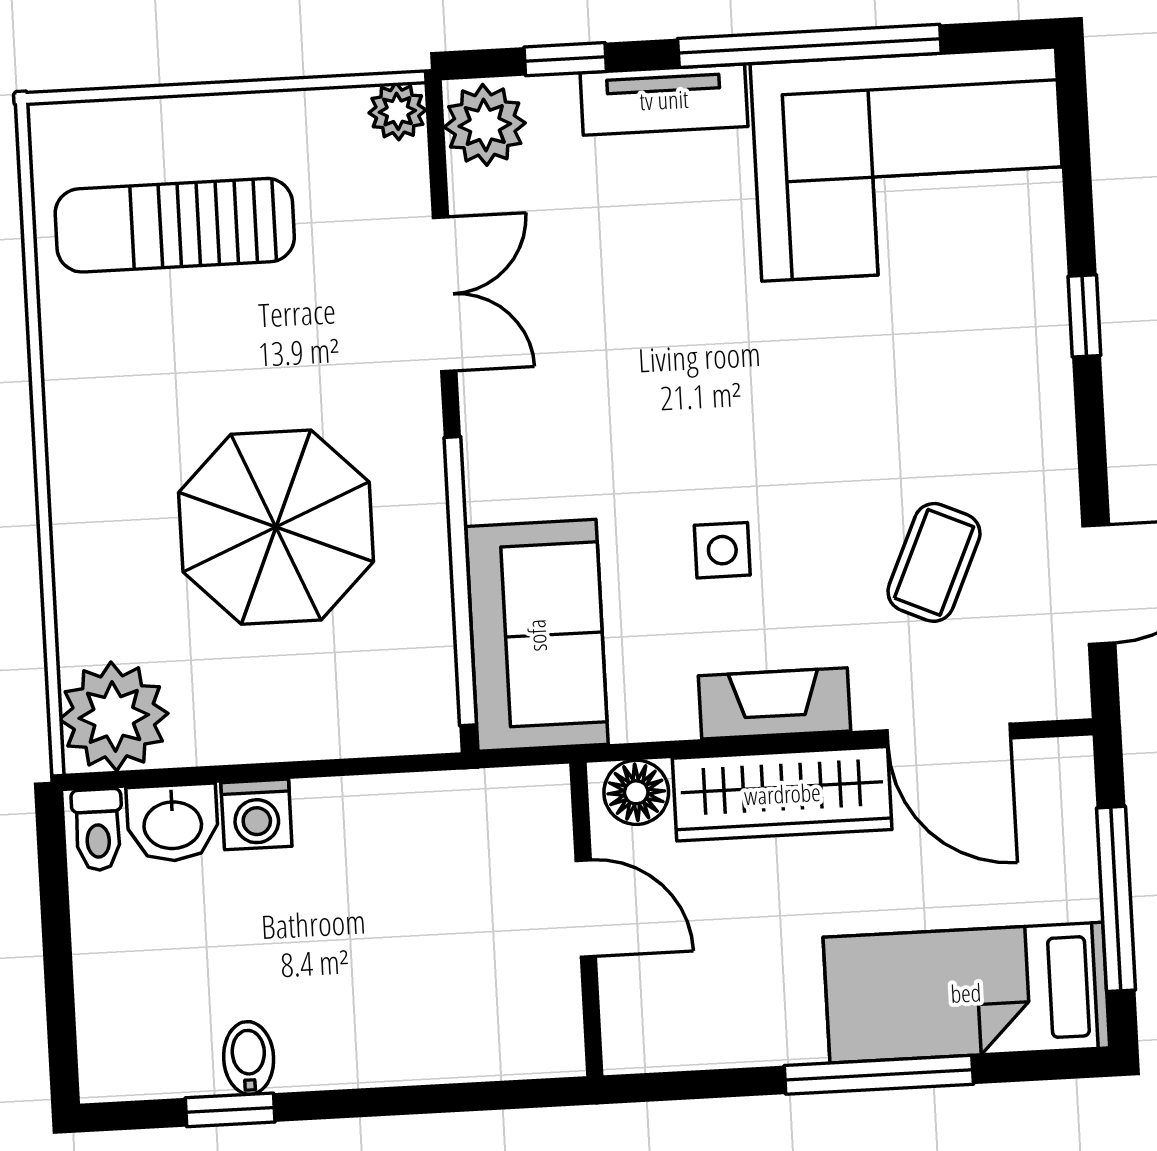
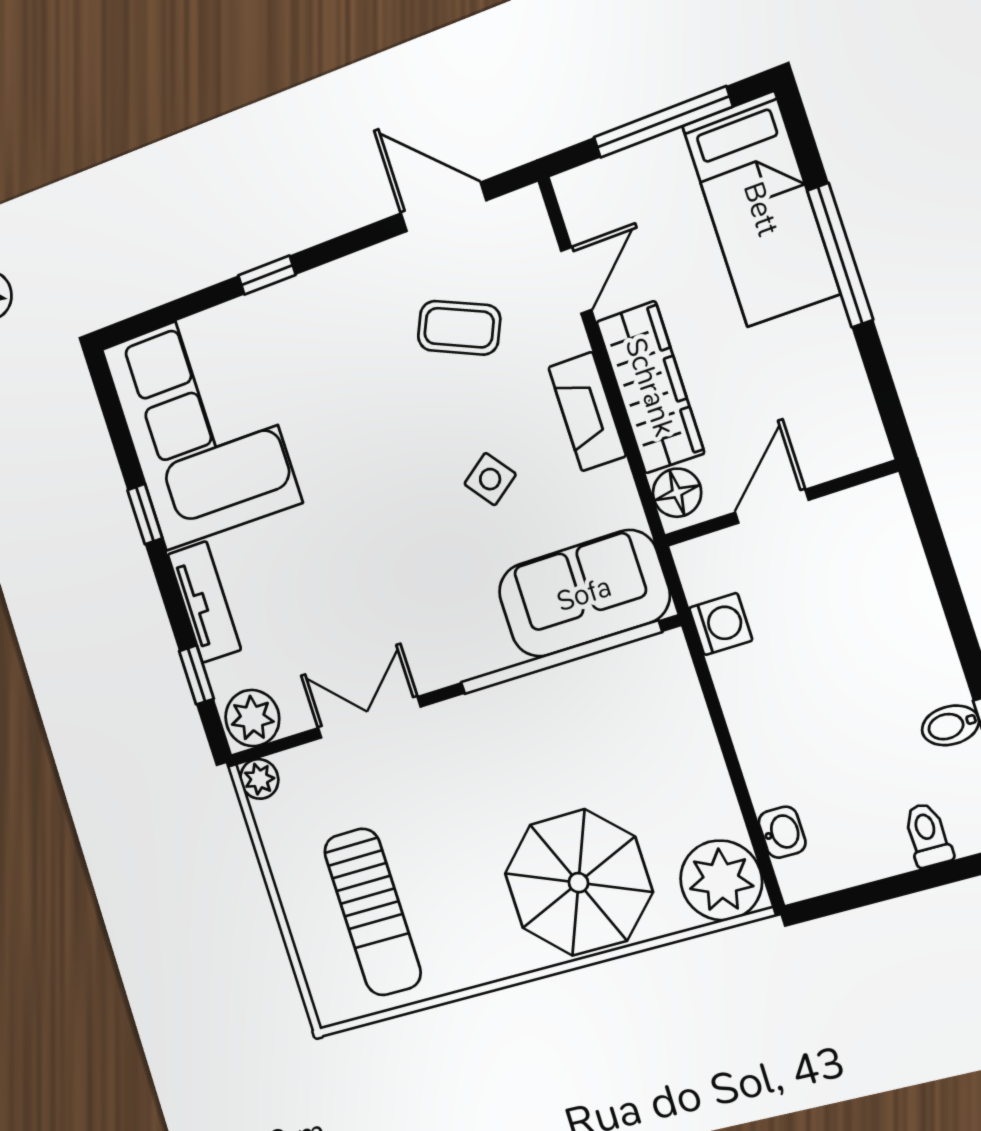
window: (809, 46) -> (145, 514), width x0.32
parasol: (276, 527) -> (578, 883), moved
side table: (722, 550) -> (490, 479), turned -37
door: (949, 734) -> (576, 280), width x0.73
washing machine: (256, 814) -> (721, 624), moved
washbasin: (173, 823) -> (782, 832), width x0.72, depth x0.69
toilet: (98, 830) -> (928, 835), moved, turned -90

